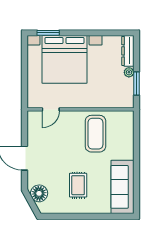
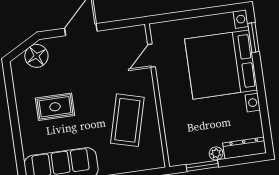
door: (51, 109) -> (151, 56), hinge flipped
coffee table: (95, 134) -> (127, 120), turned -75

